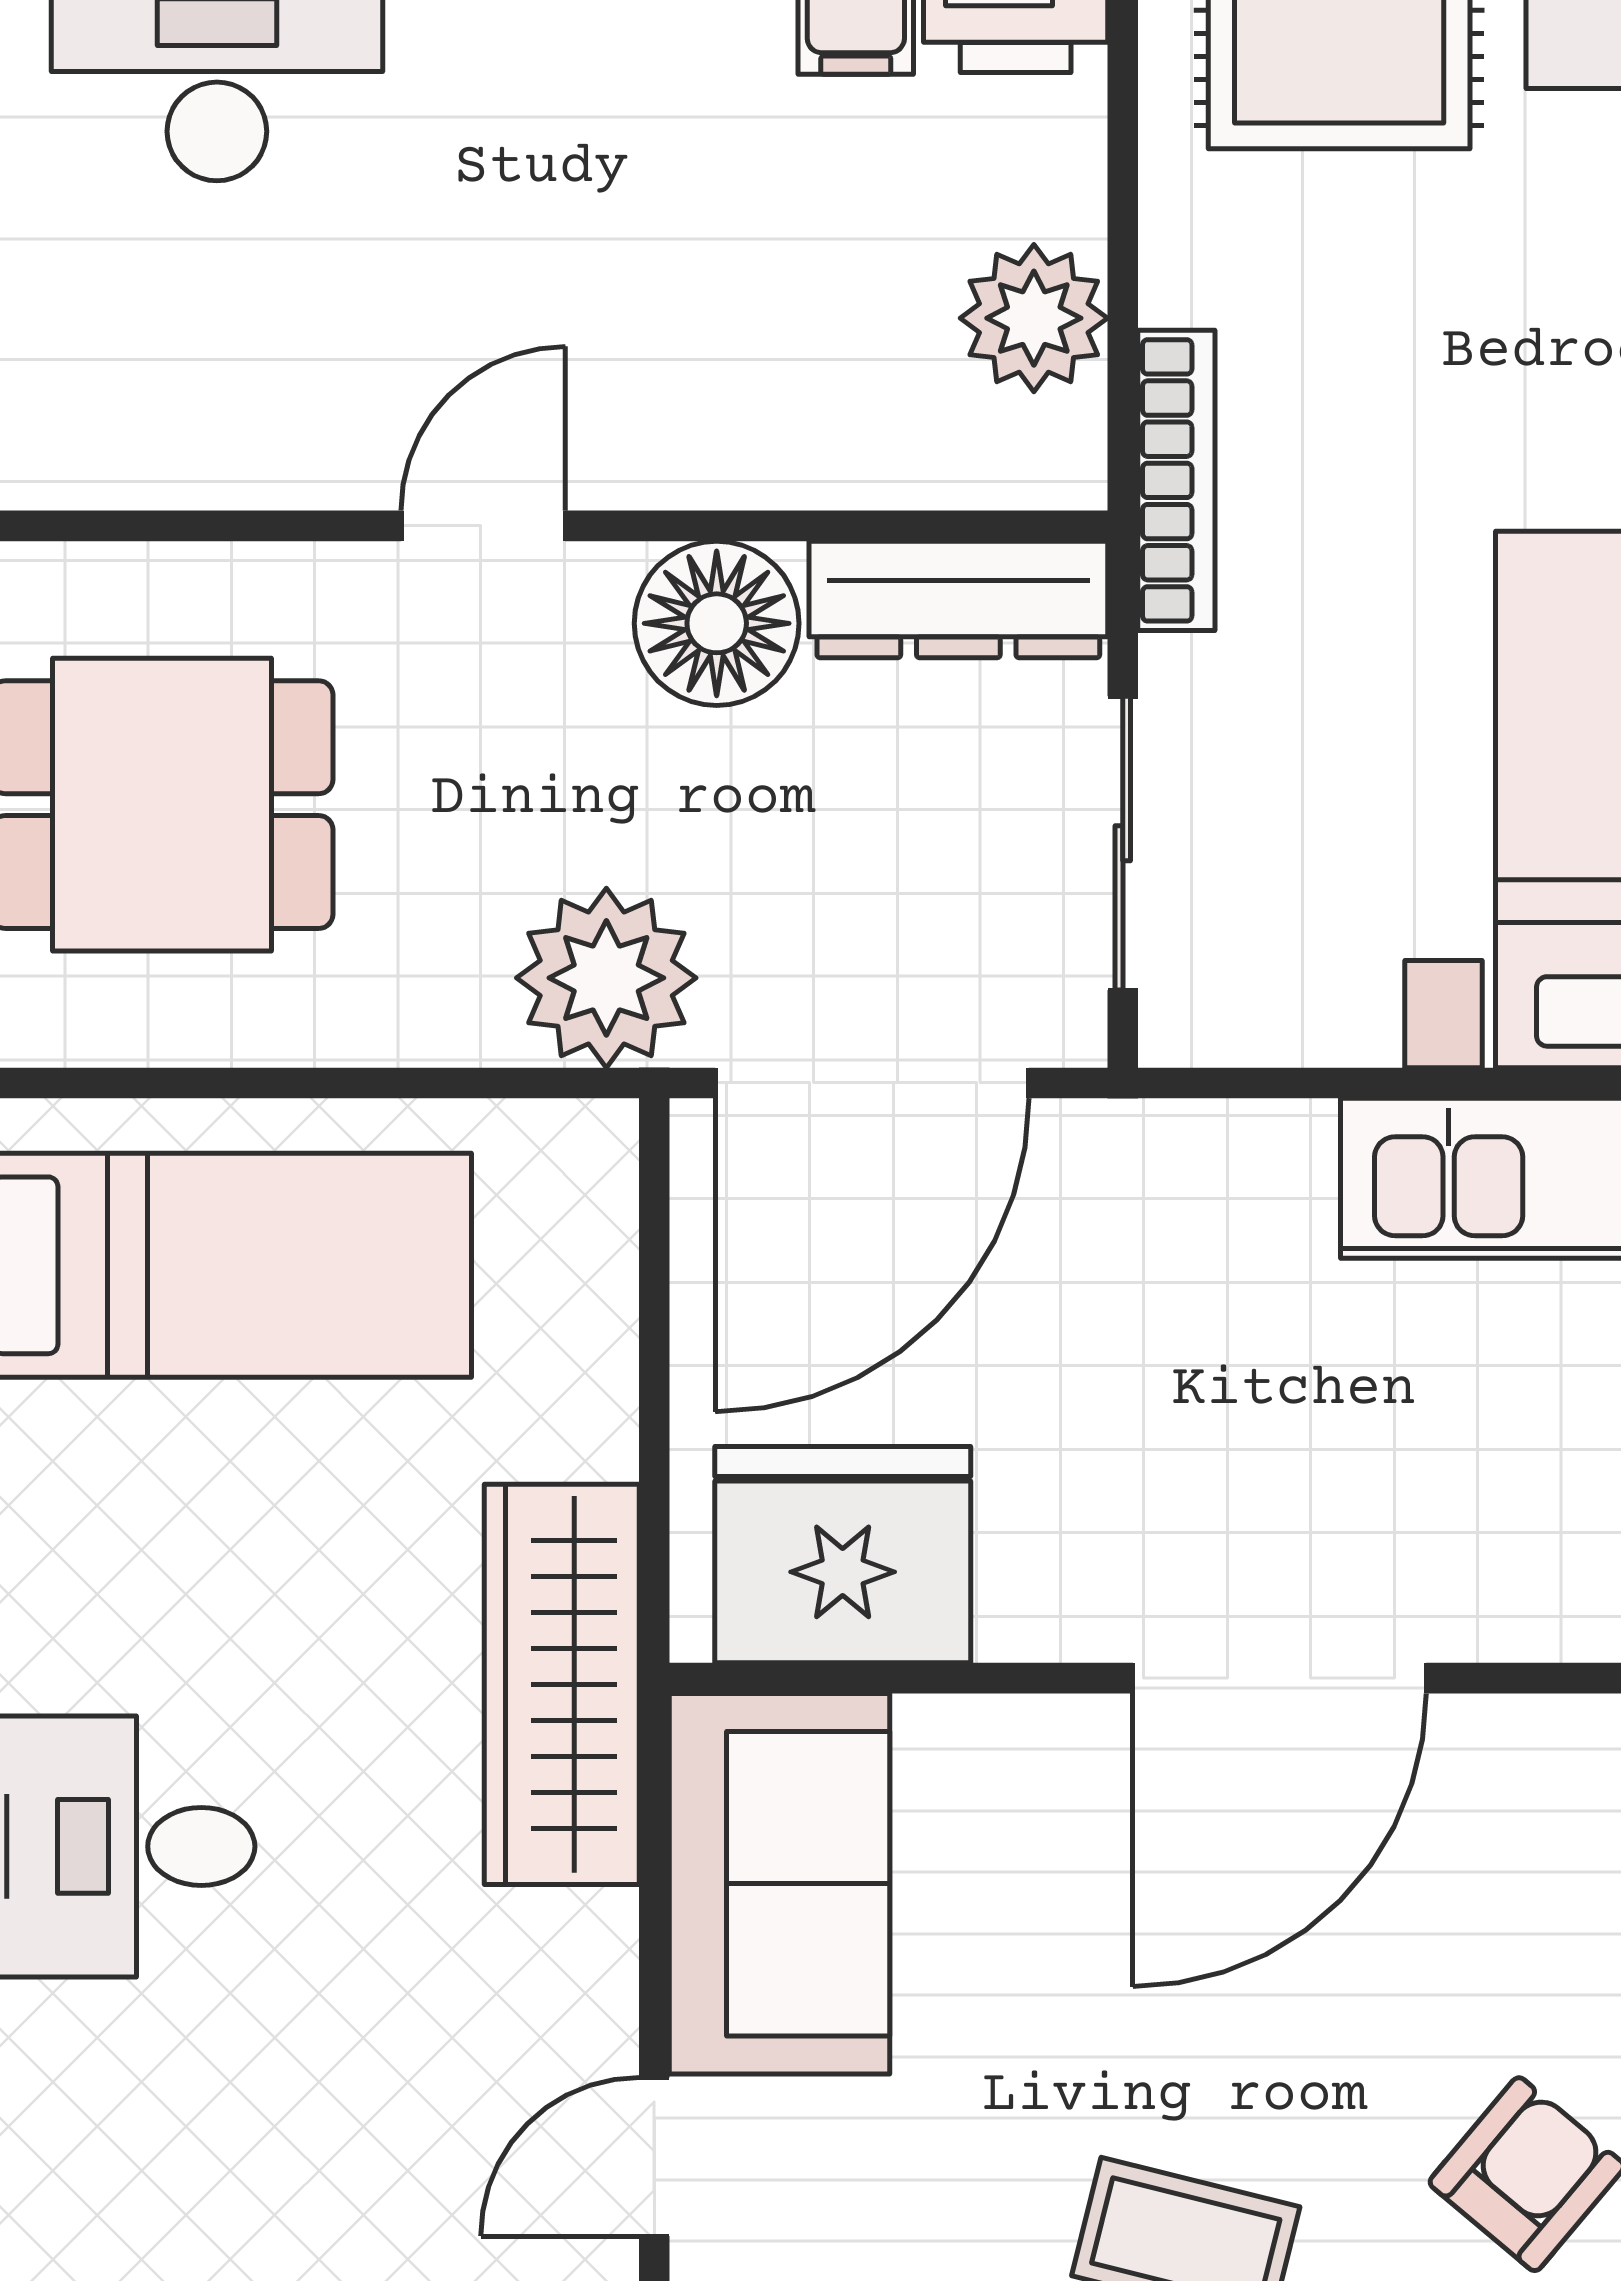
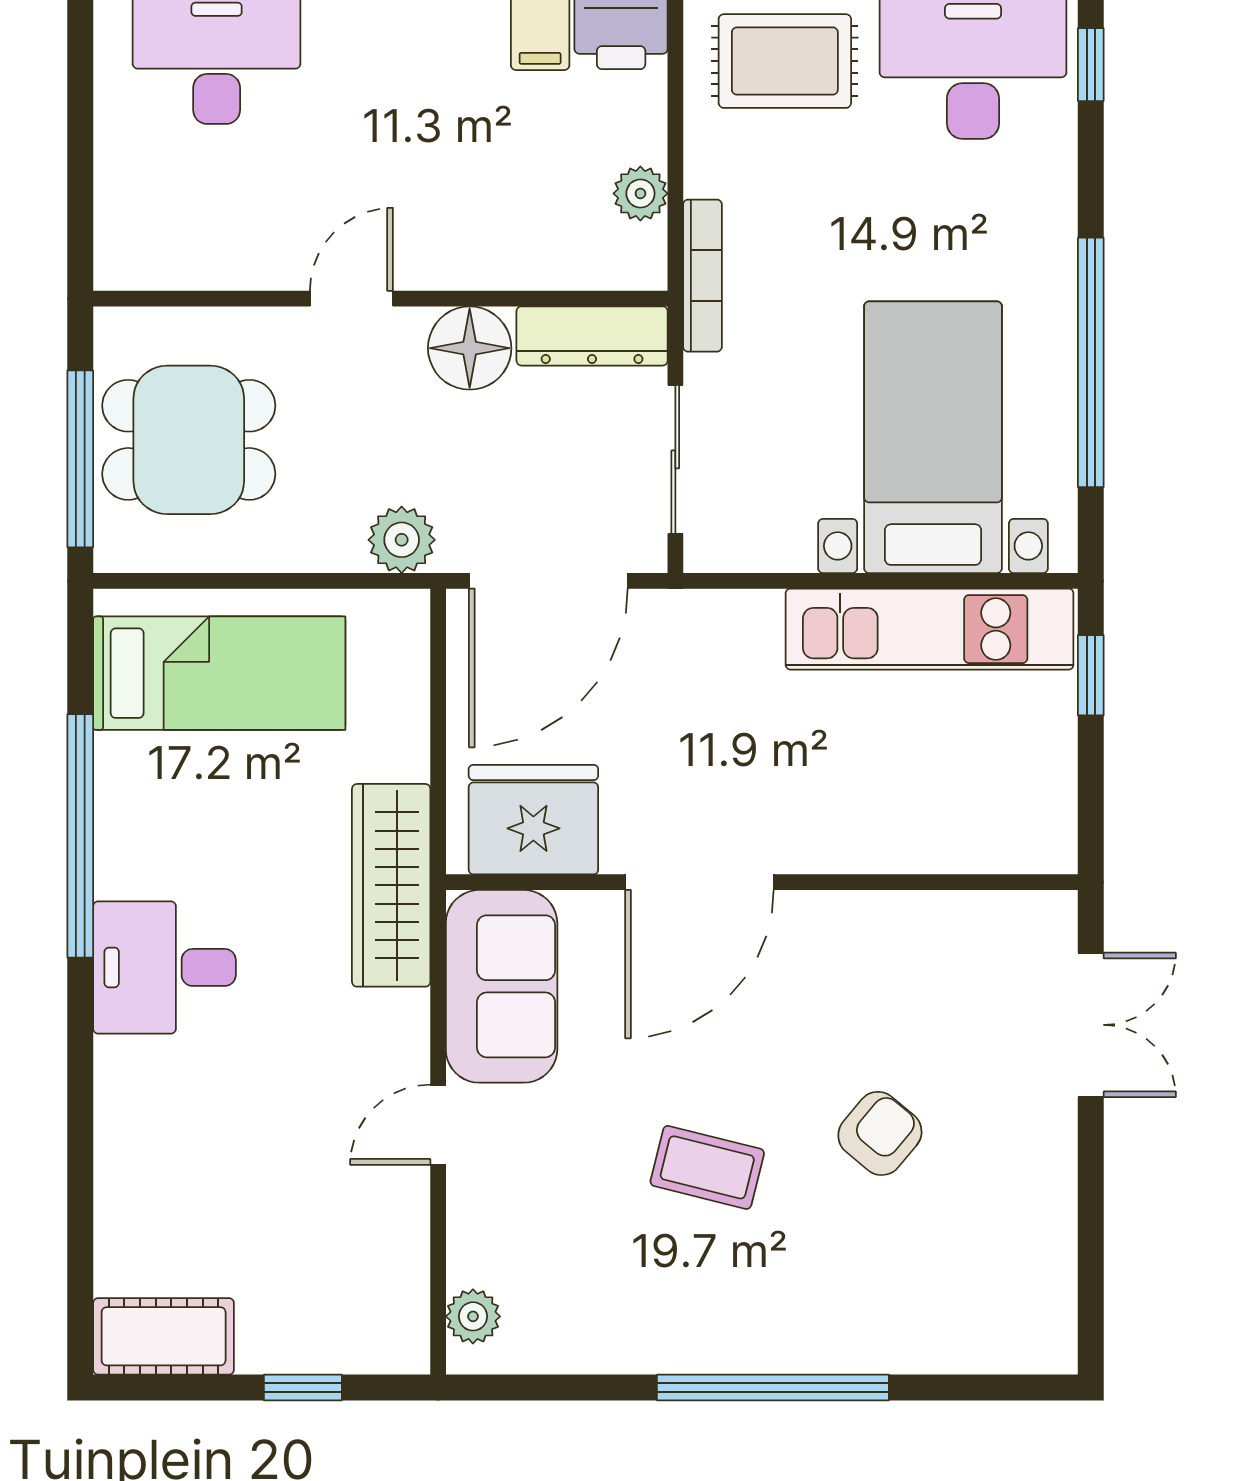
plant: (1034, 318) -> (640, 193), width x0.73, depth x0.73
plant: (606, 978) -> (402, 540), width x0.73, depth x0.73
door: (1279, 1678) -> (699, 882), moved

